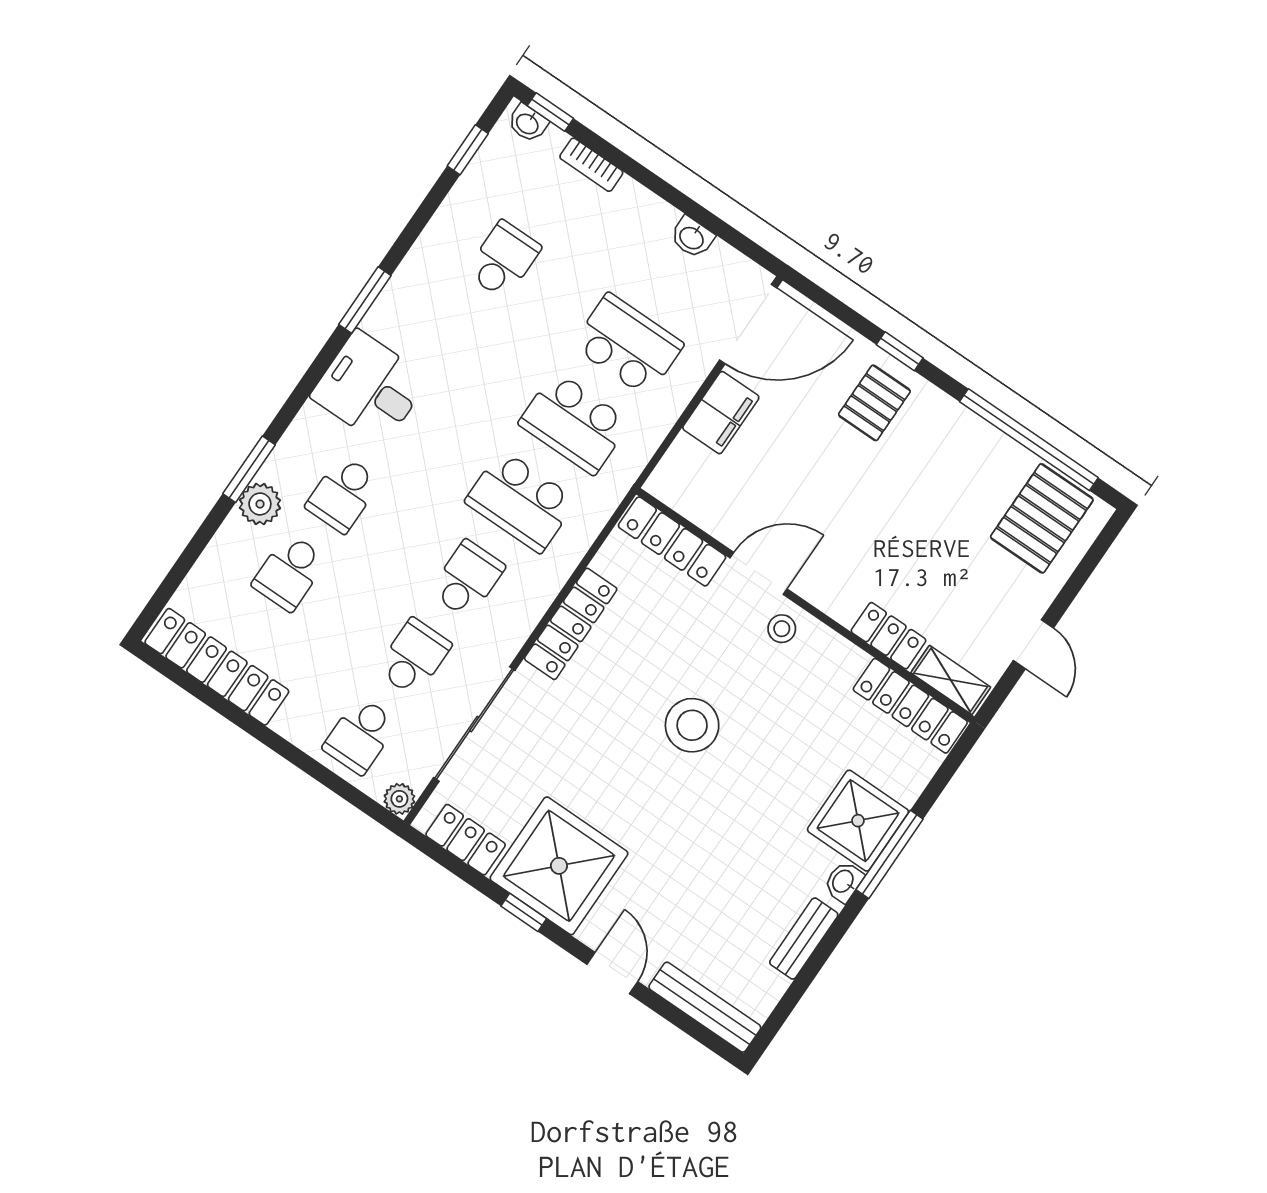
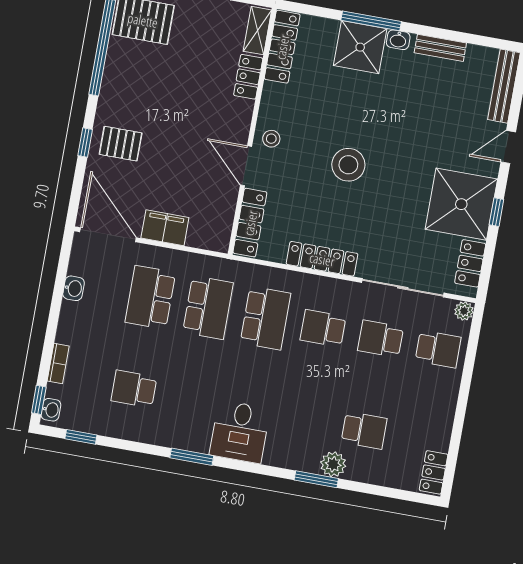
school desk: (343, 494) -> (307, 420), removed
locker: (217, 667) -> (434, 472), width x0.46, depth x0.83

